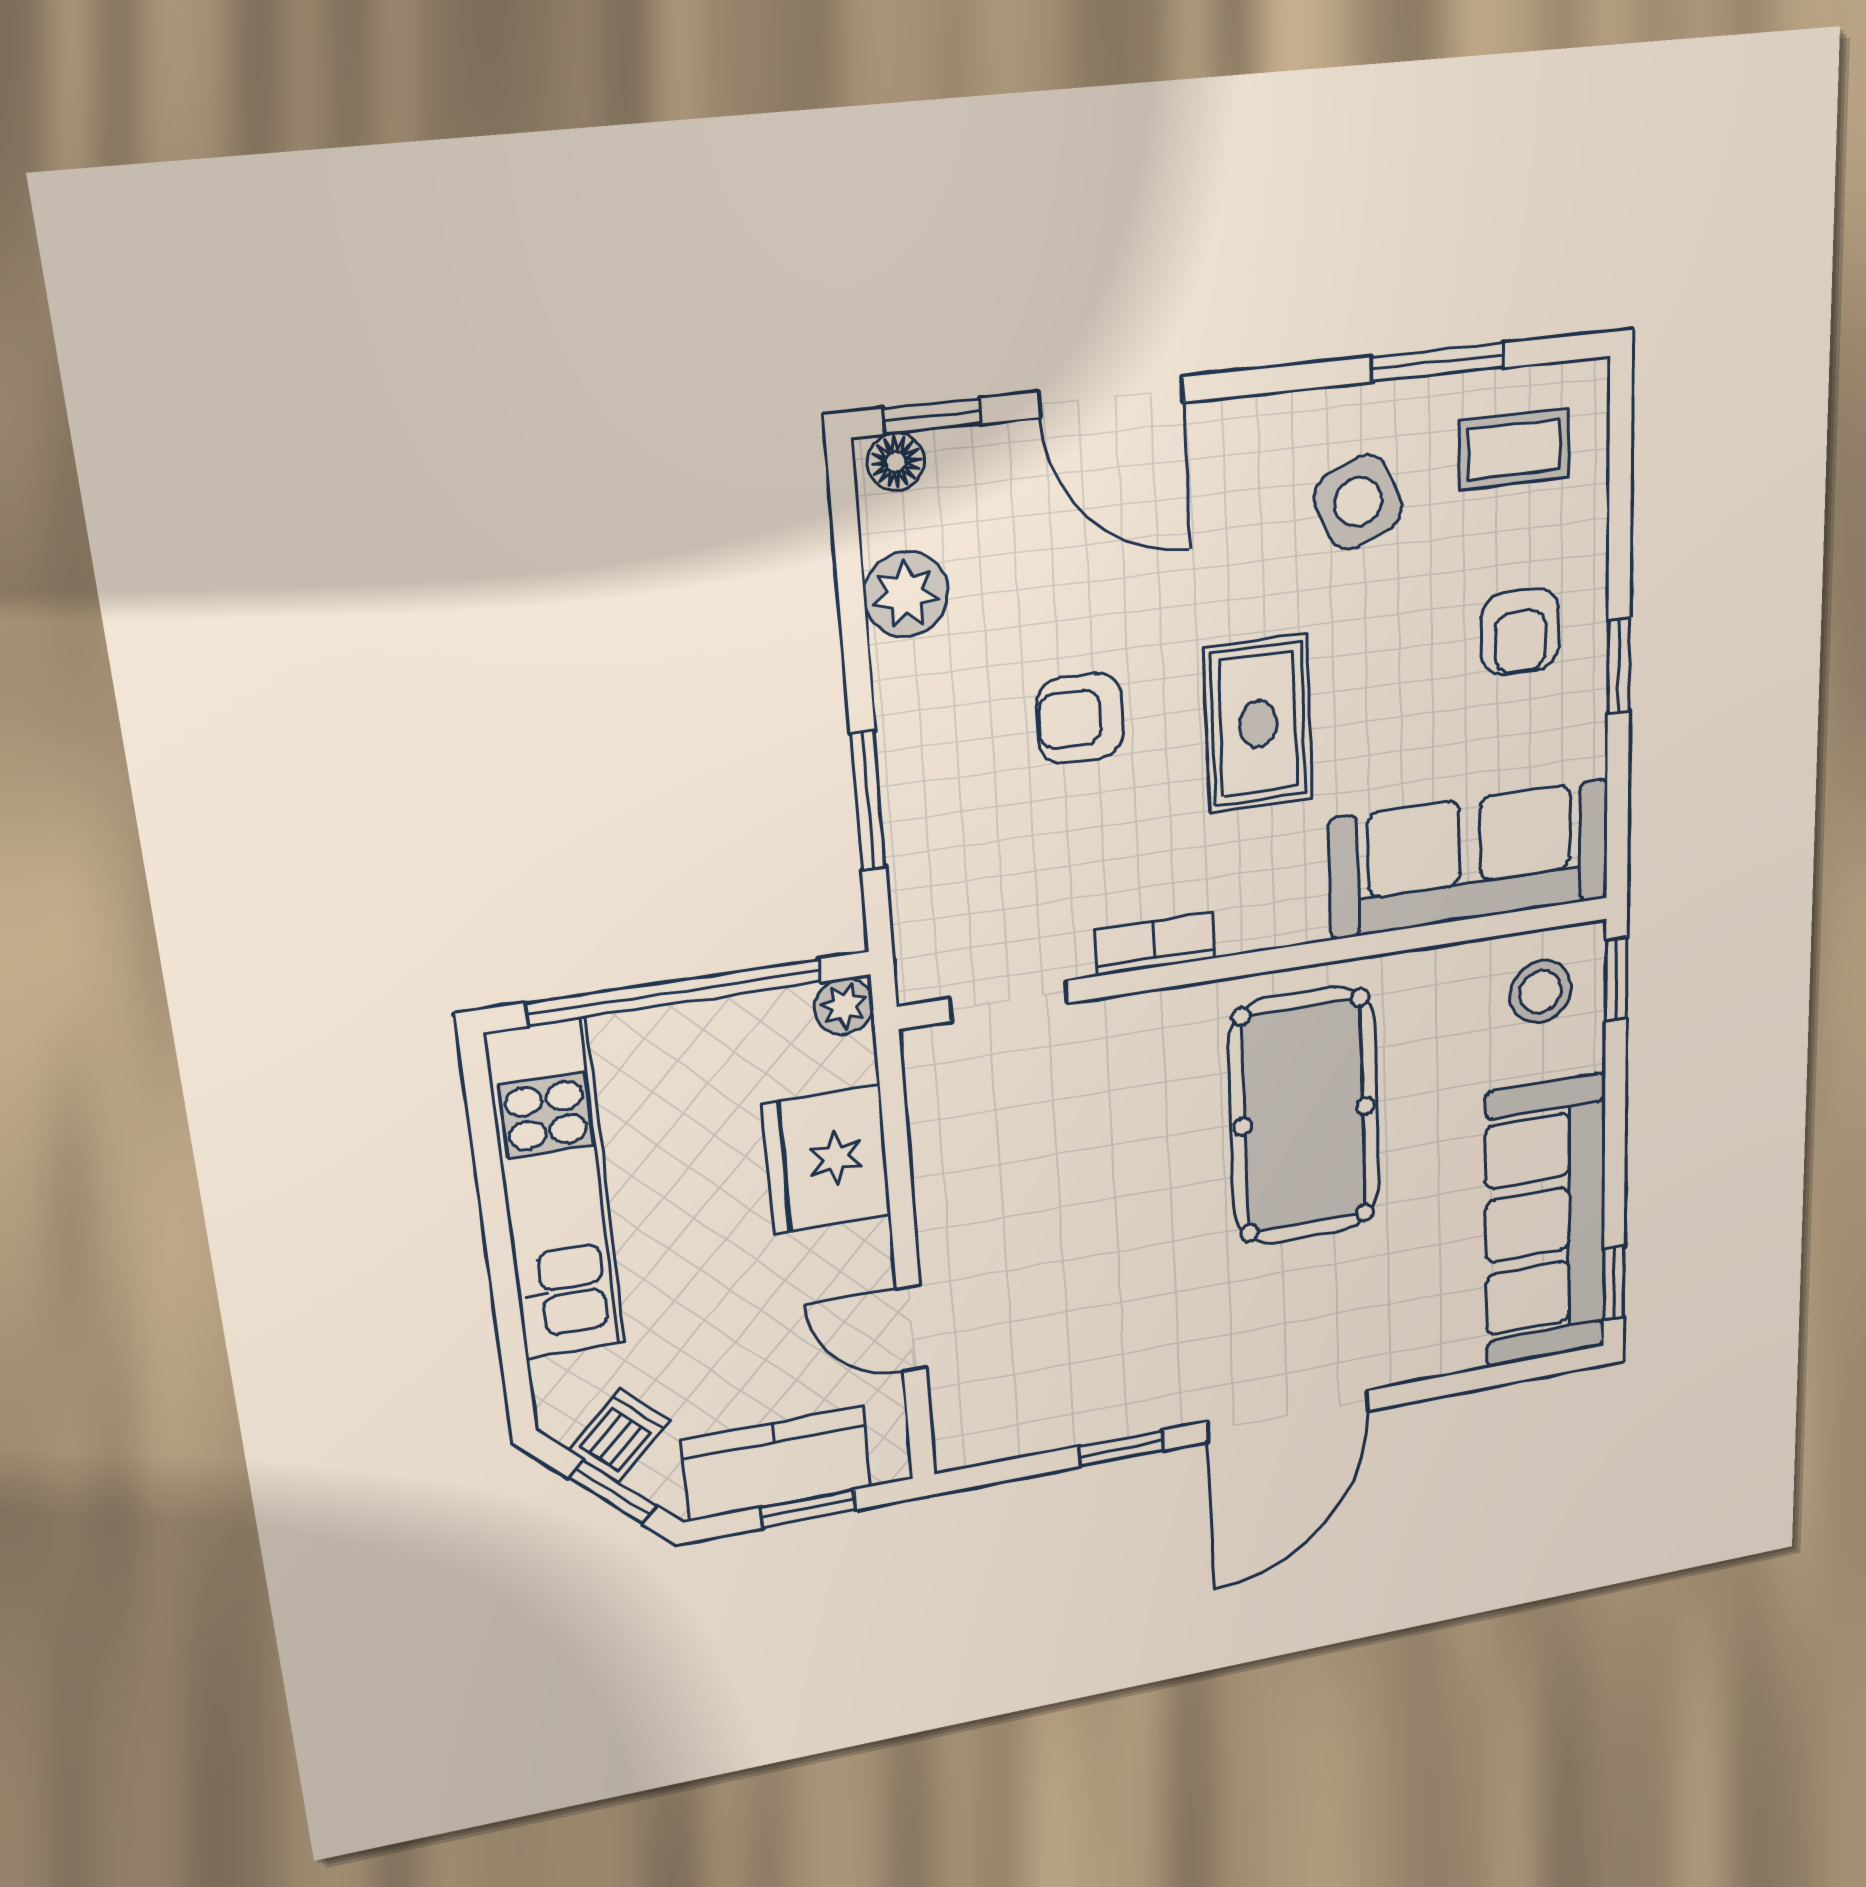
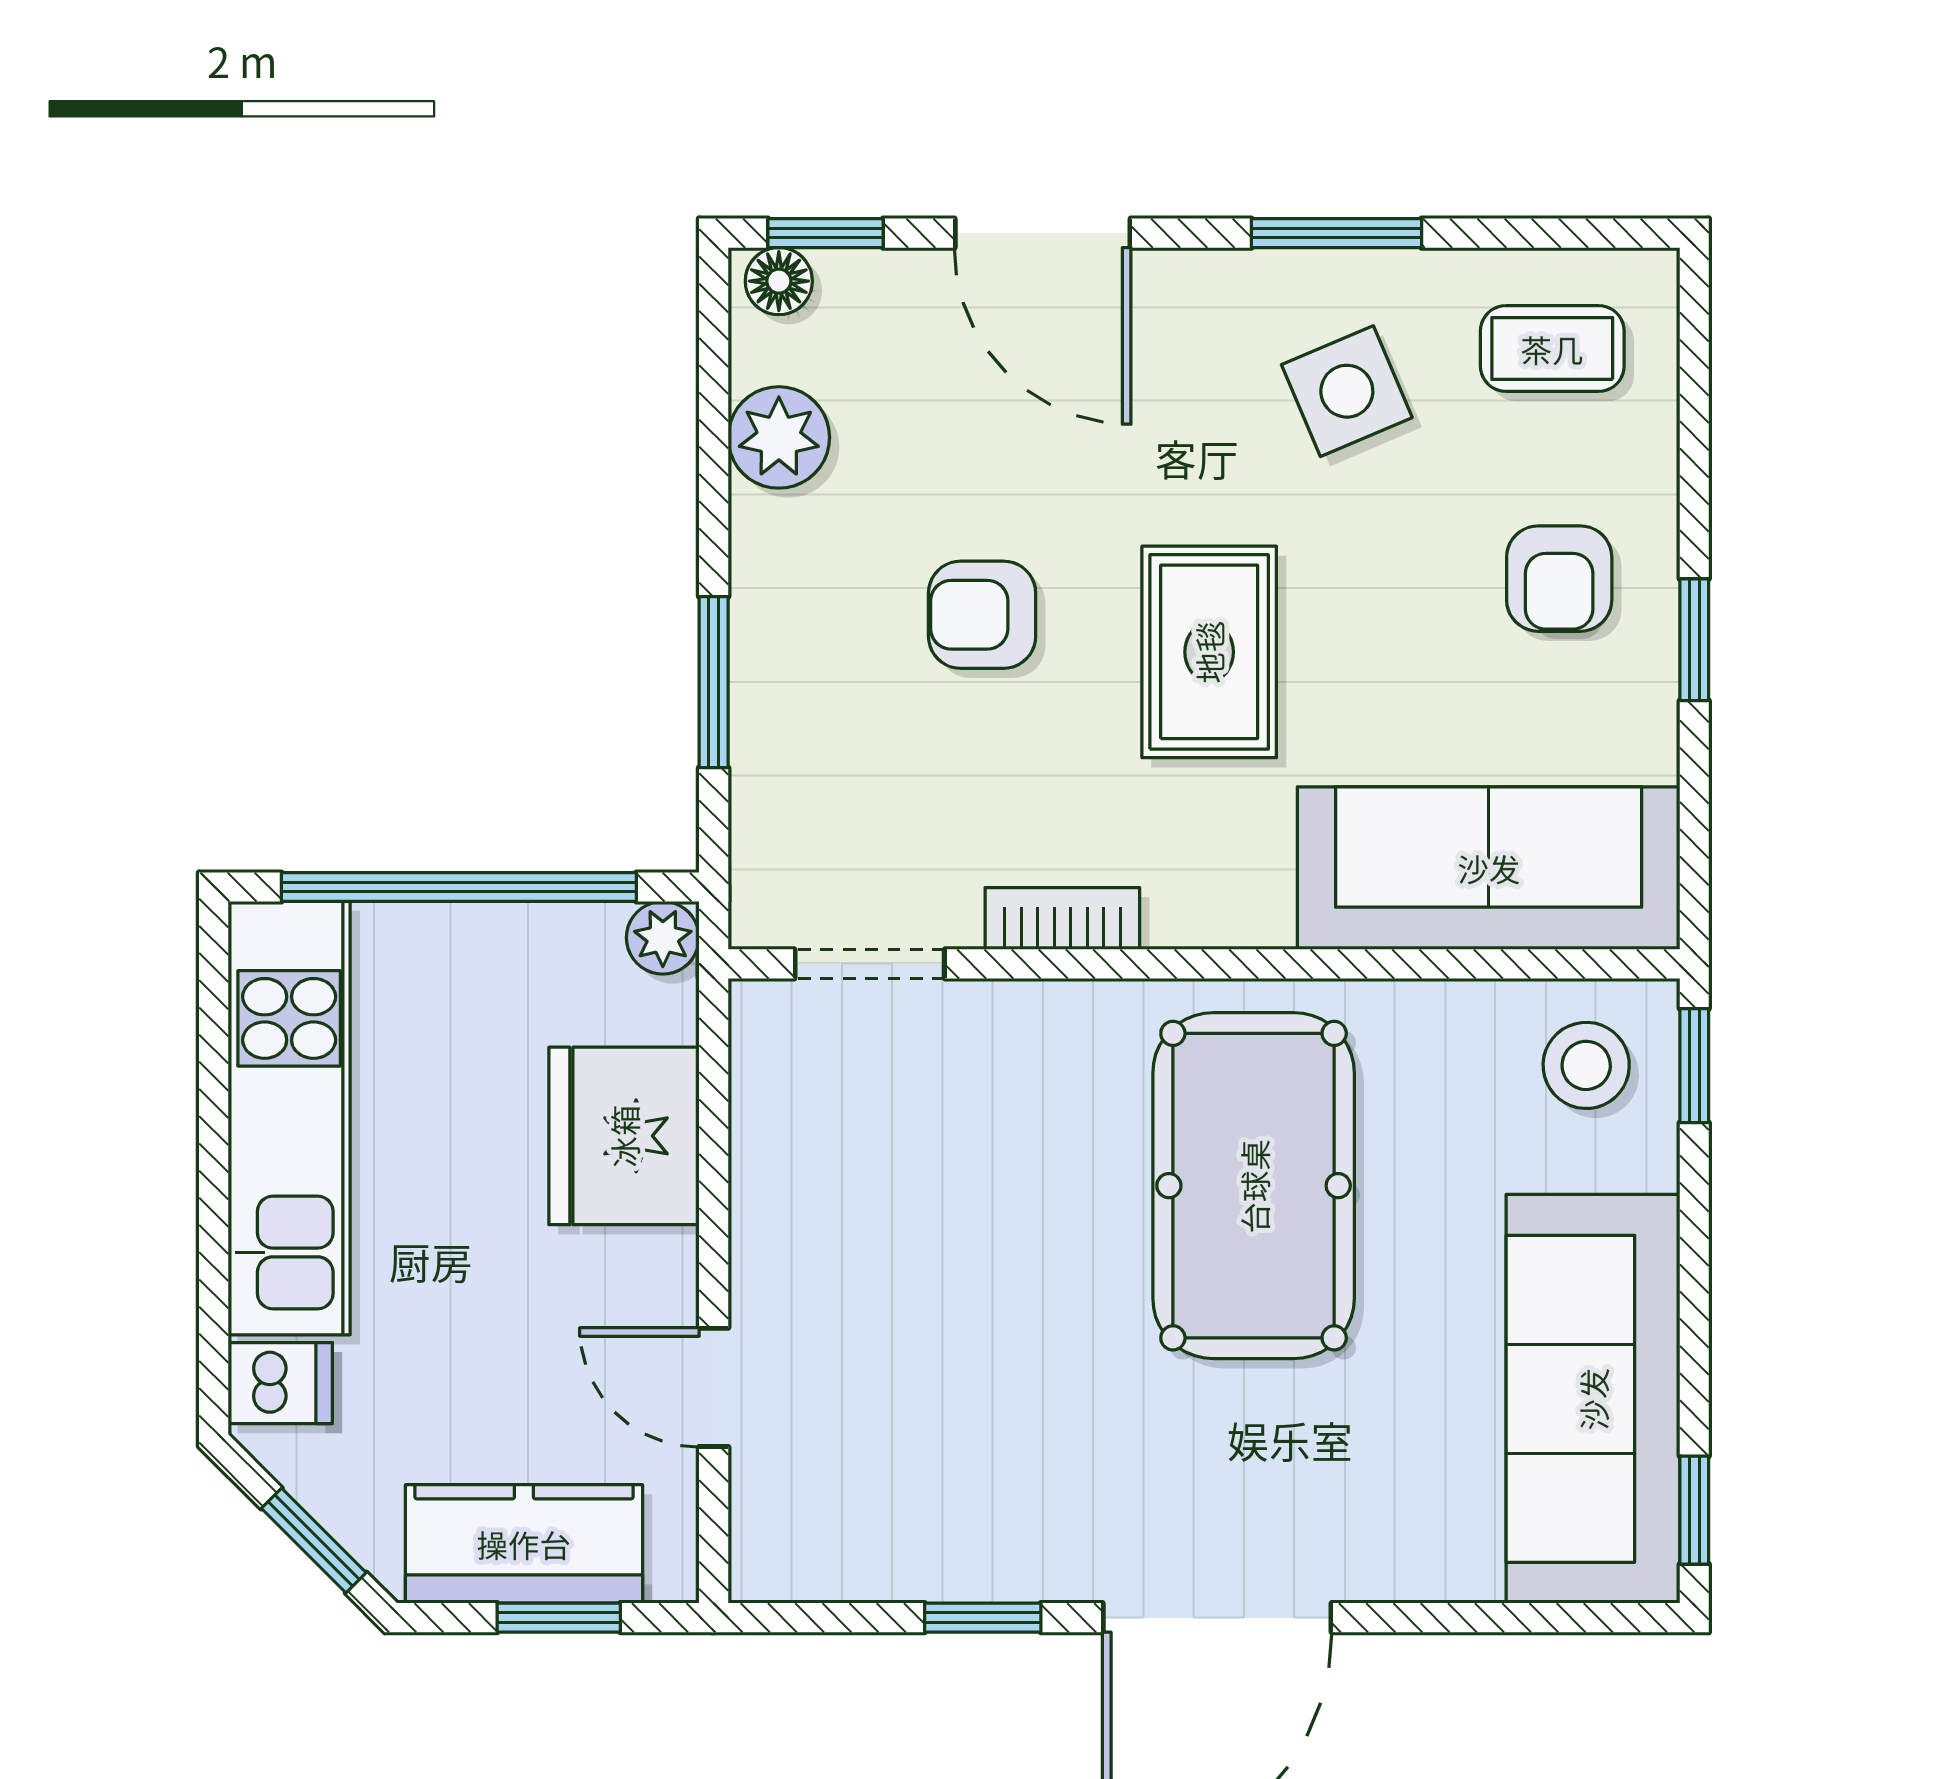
window: (1438, 362) -> (1336, 233), moved
dishwasher: (619, 1435) -> (280, 1383), moved, turned 45

